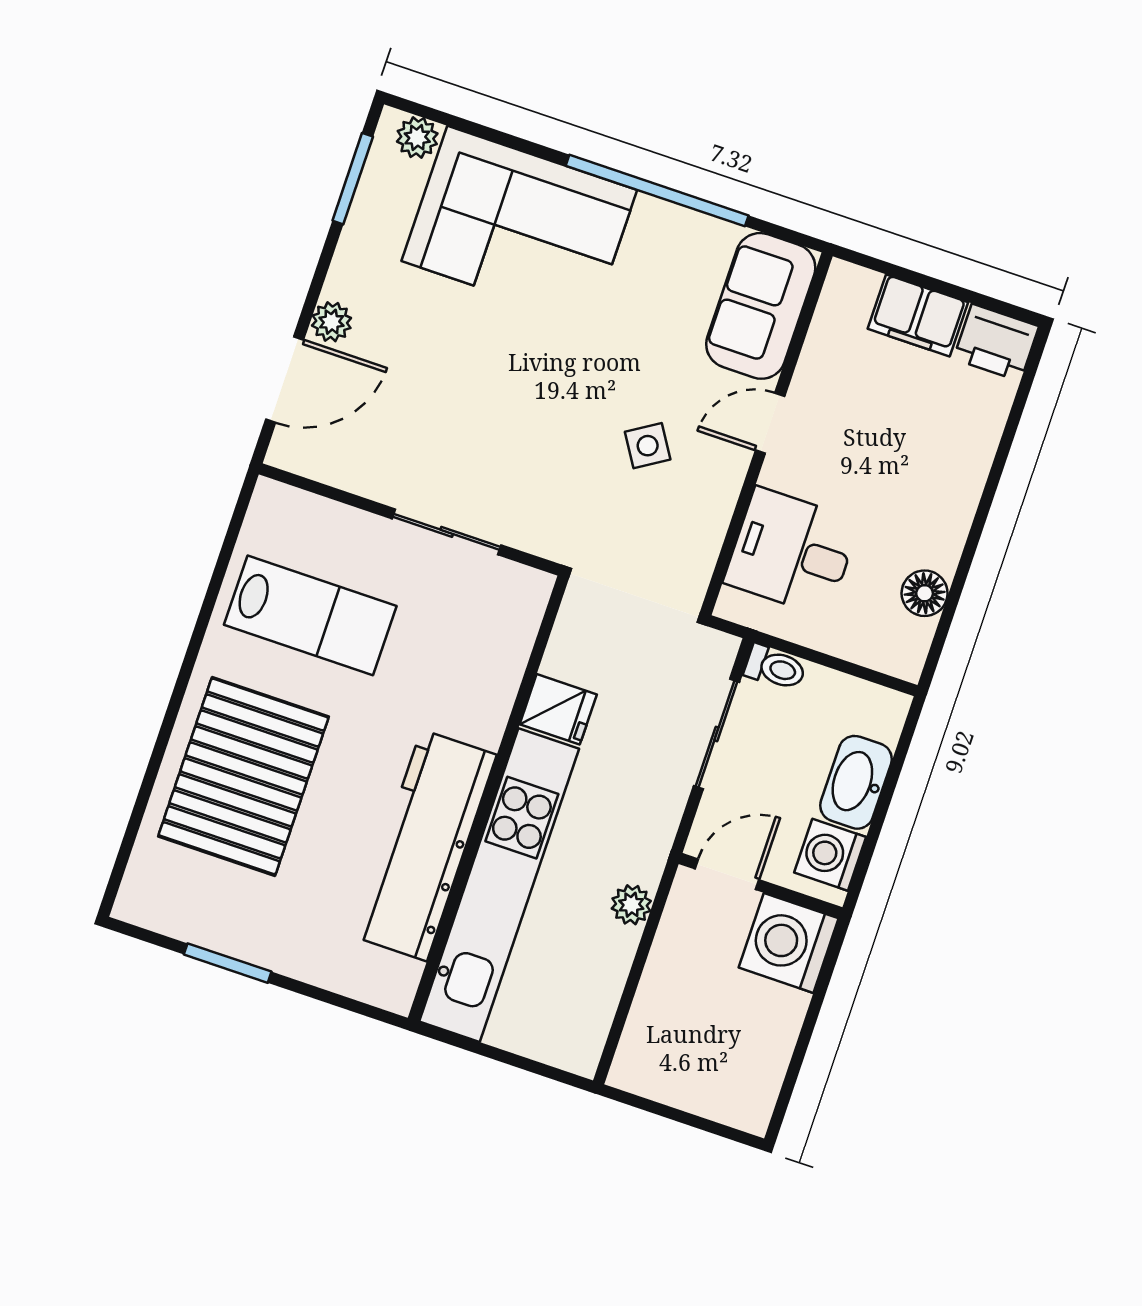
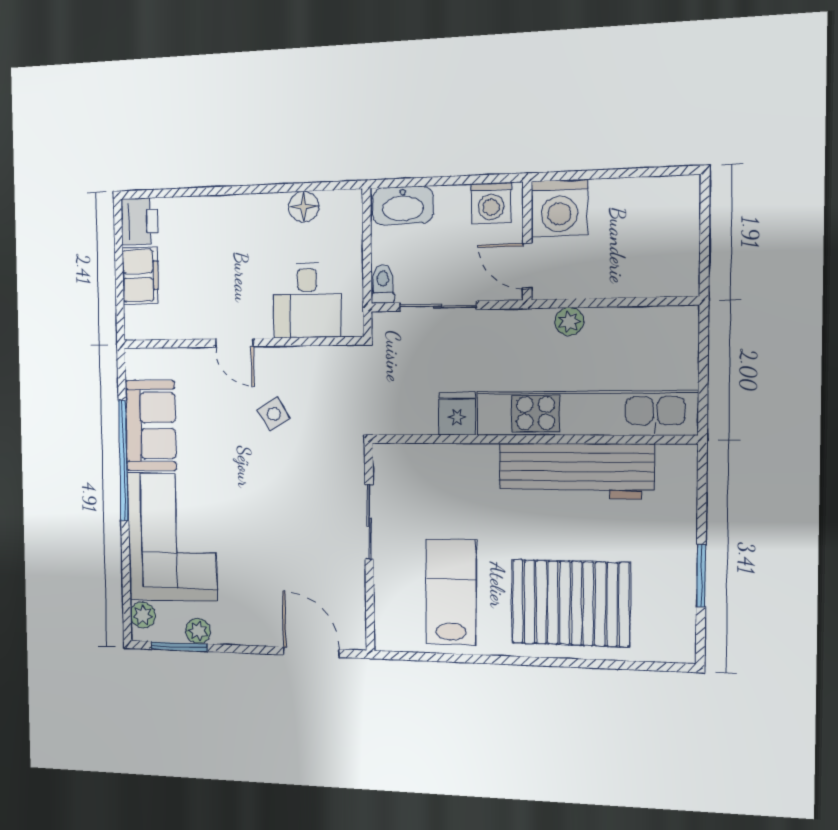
sofa: (761, 306) -> (151, 426), moved, turned -90
plant: (332, 322) -> (198, 631), moved
washbasin: (856, 782) -> (403, 206), moved

